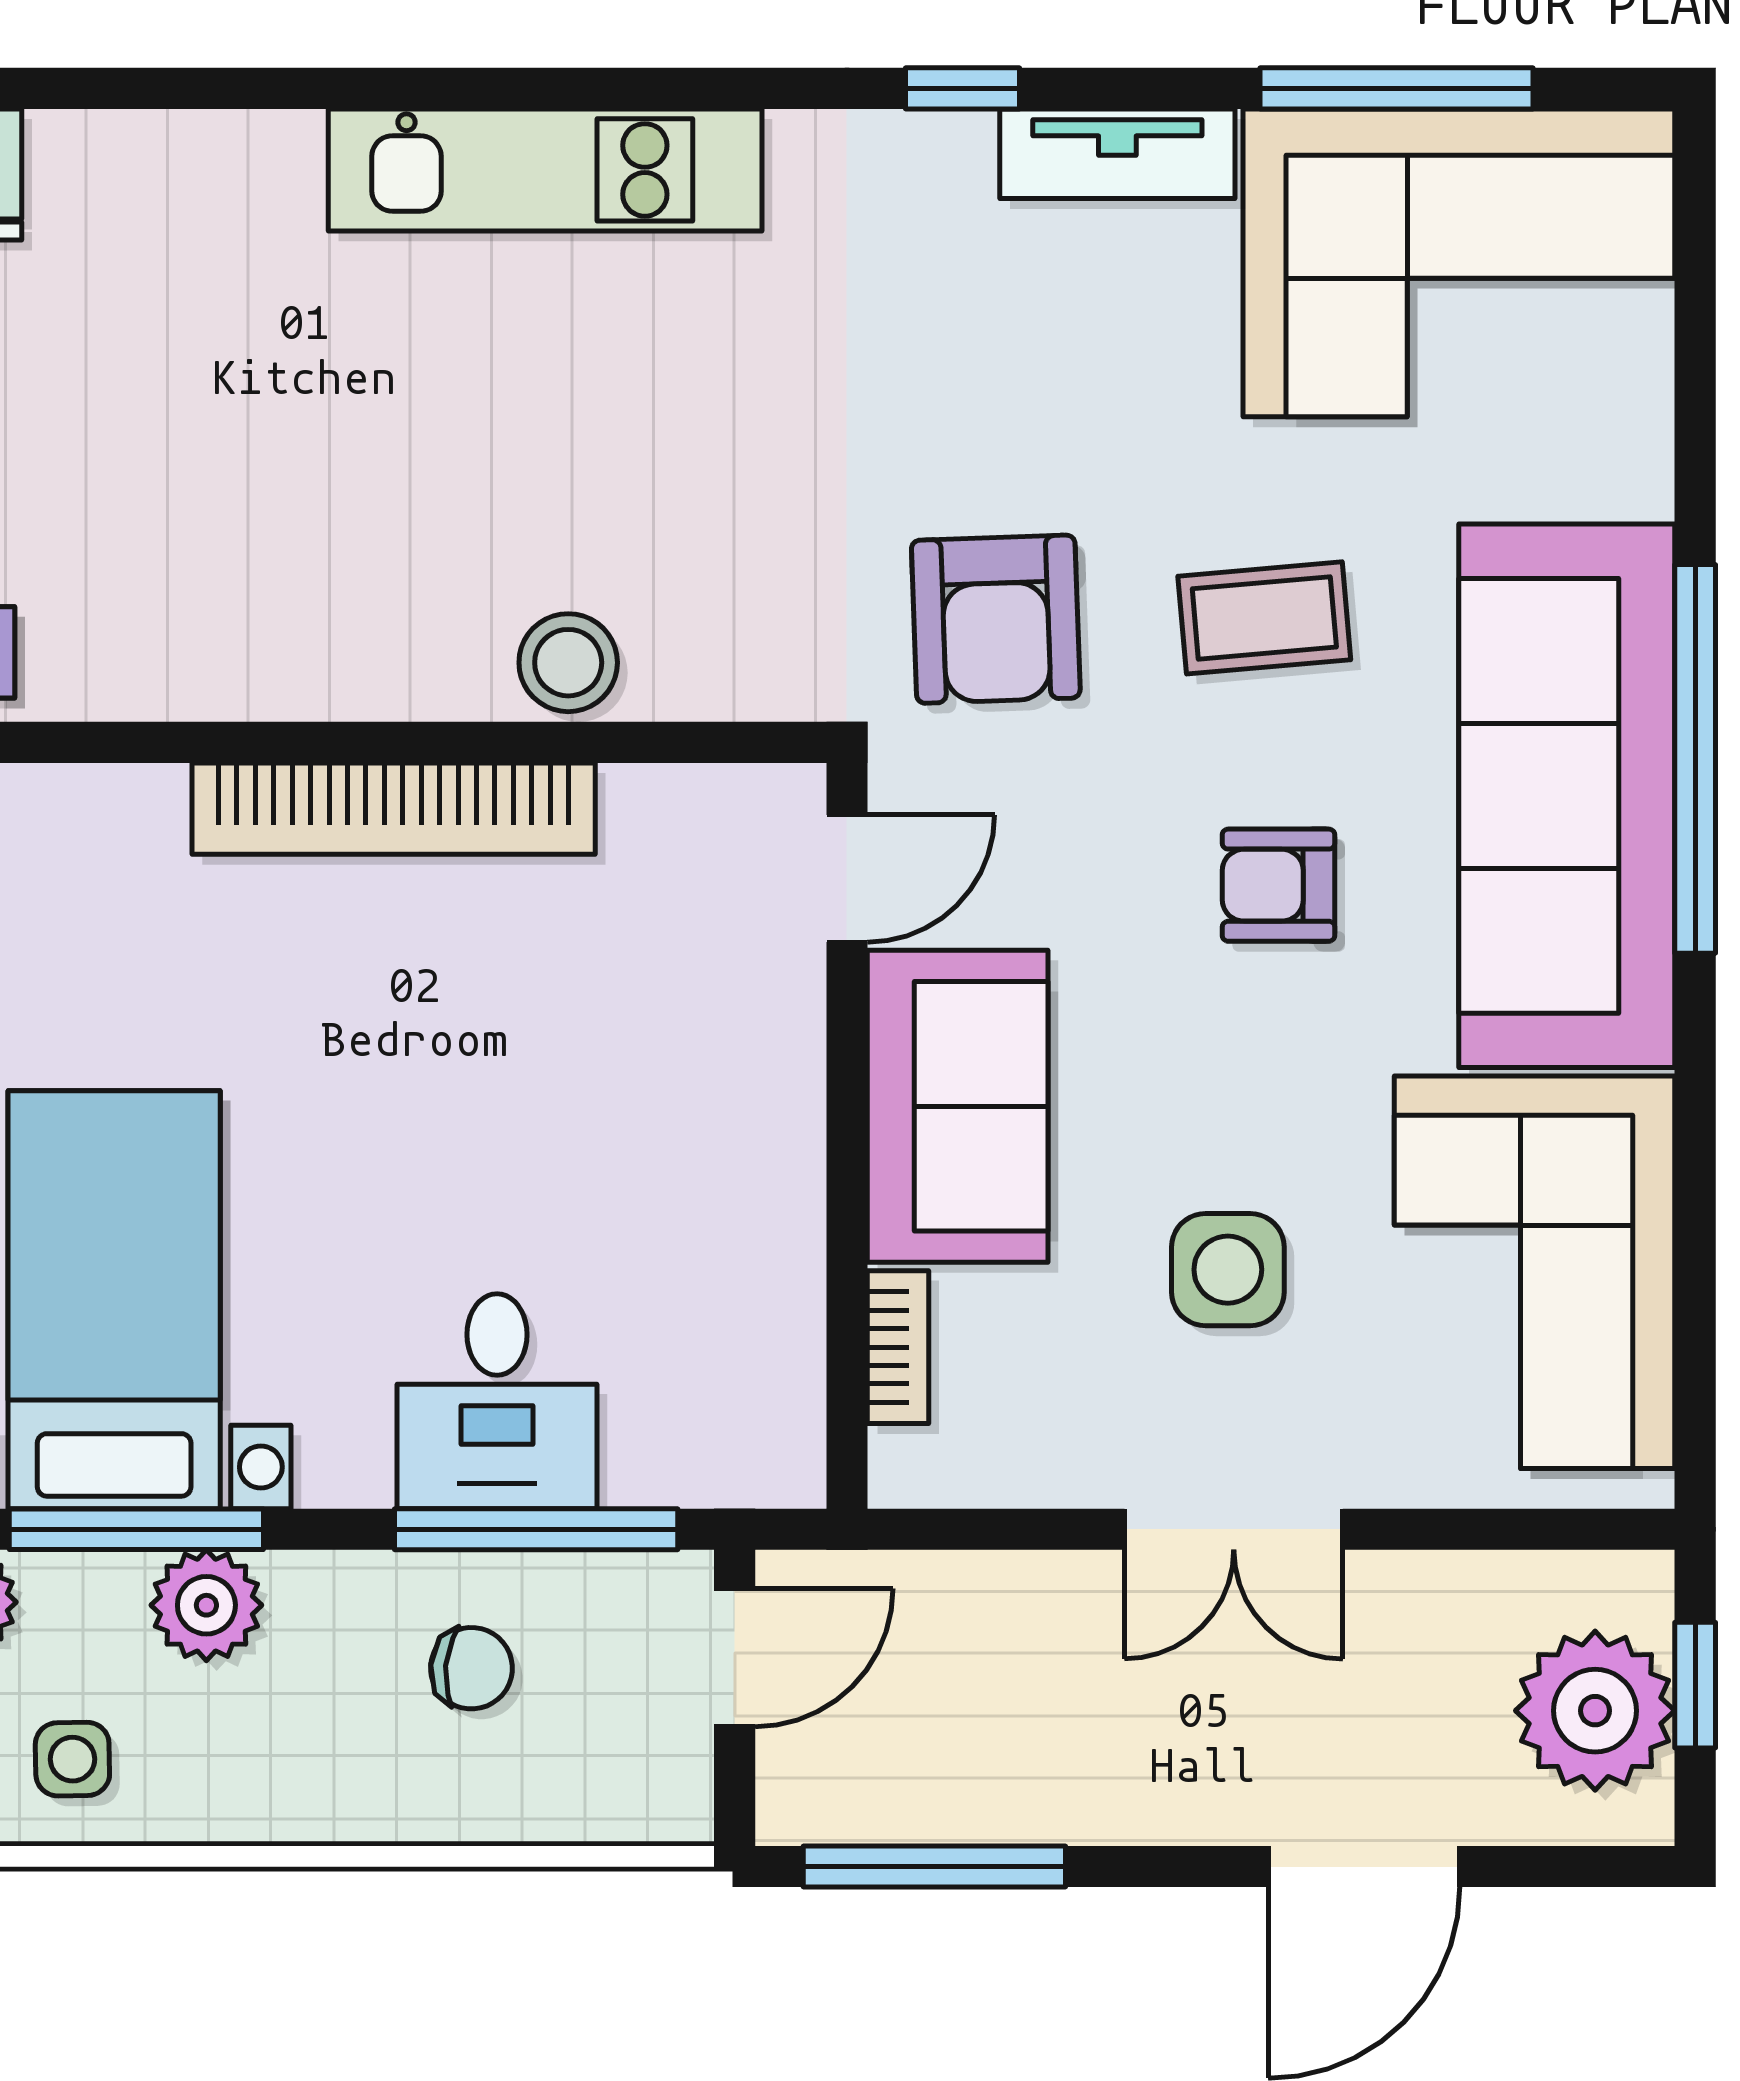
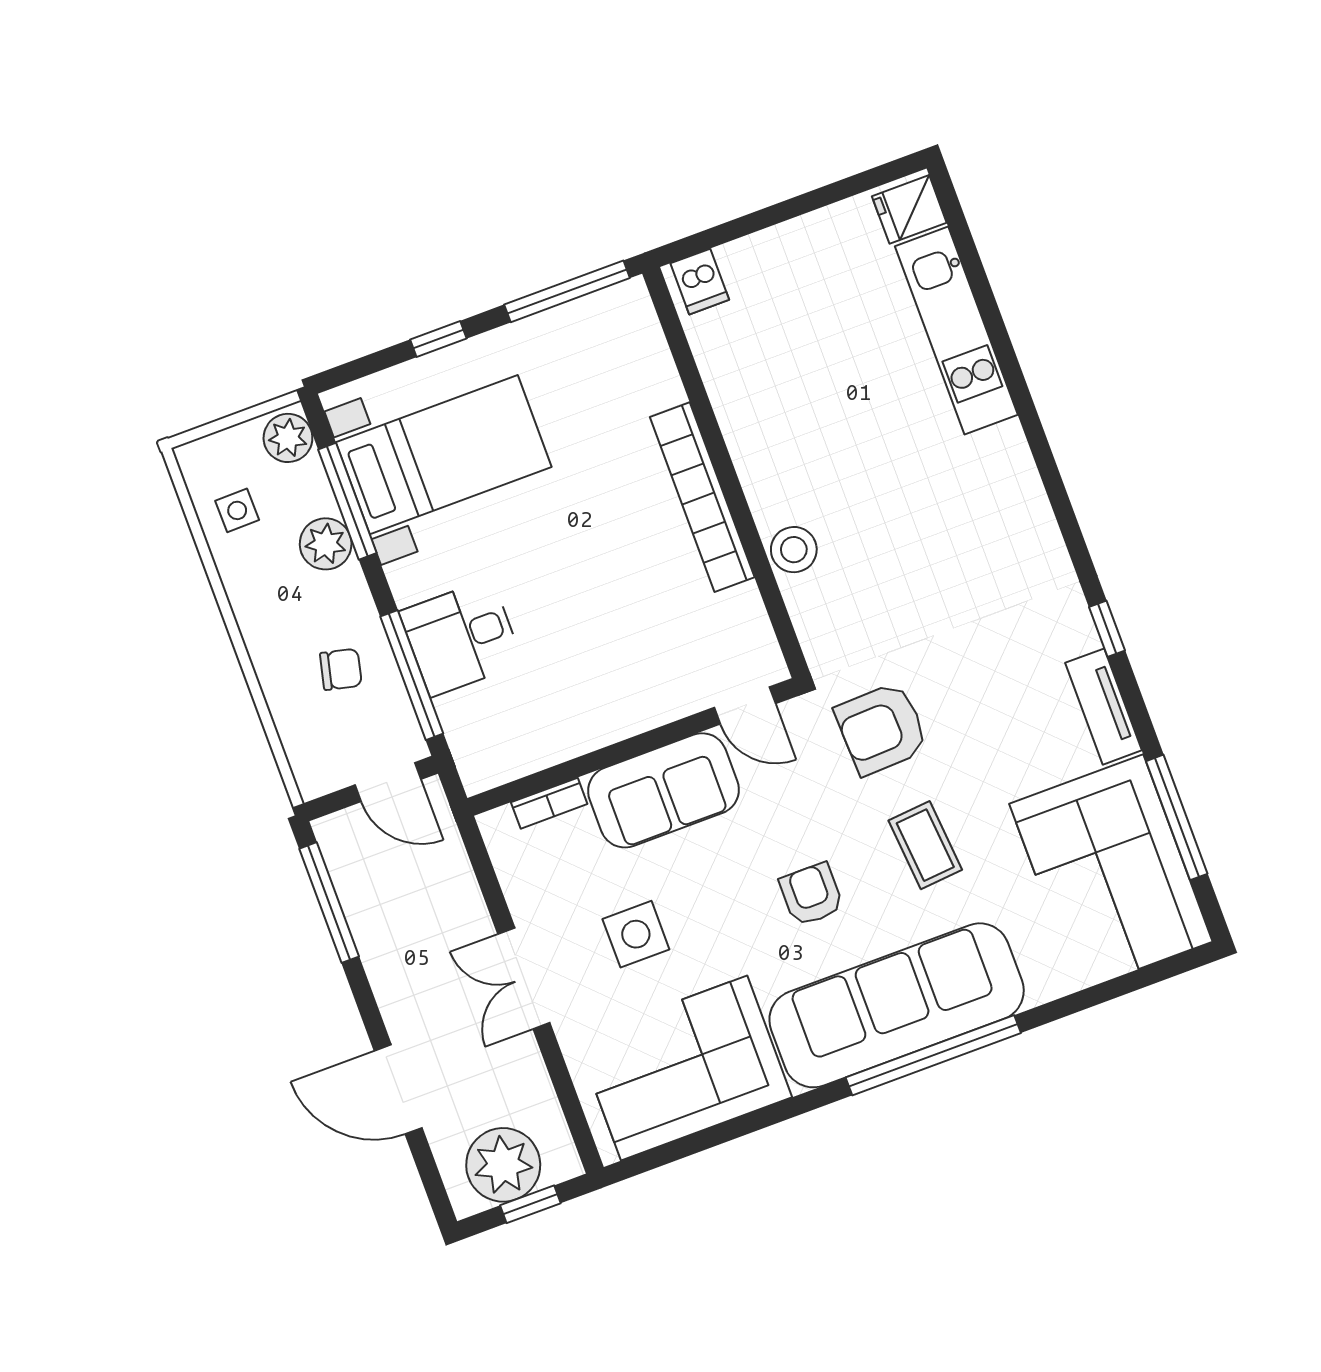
kitchen unit: (545, 170) -> (956, 330), moved
chair: (471, 1668) -> (341, 669), turned -82

